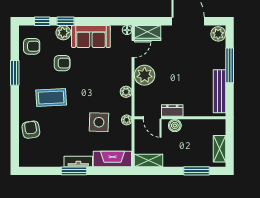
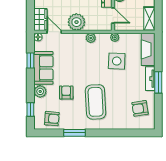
window: (65, 21) -> (30, 60), moved
armchair: (32, 46) -> (52, 119), turned 95
coffee table: (51, 97) -> (96, 102), width x1.36, depth x1.32
door: (152, 118) -> (113, 16), hinge flipped
armchair: (31, 130) -> (140, 108), moved

